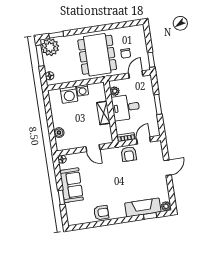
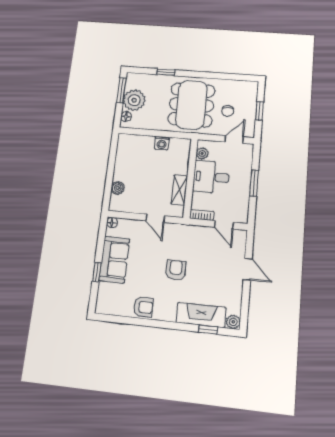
window: (56, 35) -> (166, 72), moved
plant: (50, 47) -> (134, 100), moved
window: (151, 60) -> (259, 111), moved
washing machine: (69, 95) -> (144, 145), removed
shelving: (103, 113) -> (179, 190), moved
door: (144, 140) -> (224, 225), swing flipped
armchair: (129, 154) -> (176, 270), moved, turned 180
door: (168, 168) -> (248, 269), hinge flipped

